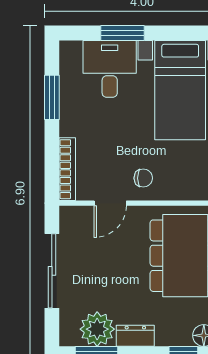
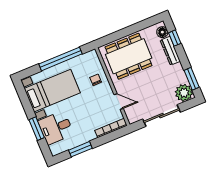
chair: (143, 178) -> (96, 80), moved
plant: (97, 329) -> (184, 93), moved
dresser: (135, 336) -> (170, 51), moved, width x1.44

